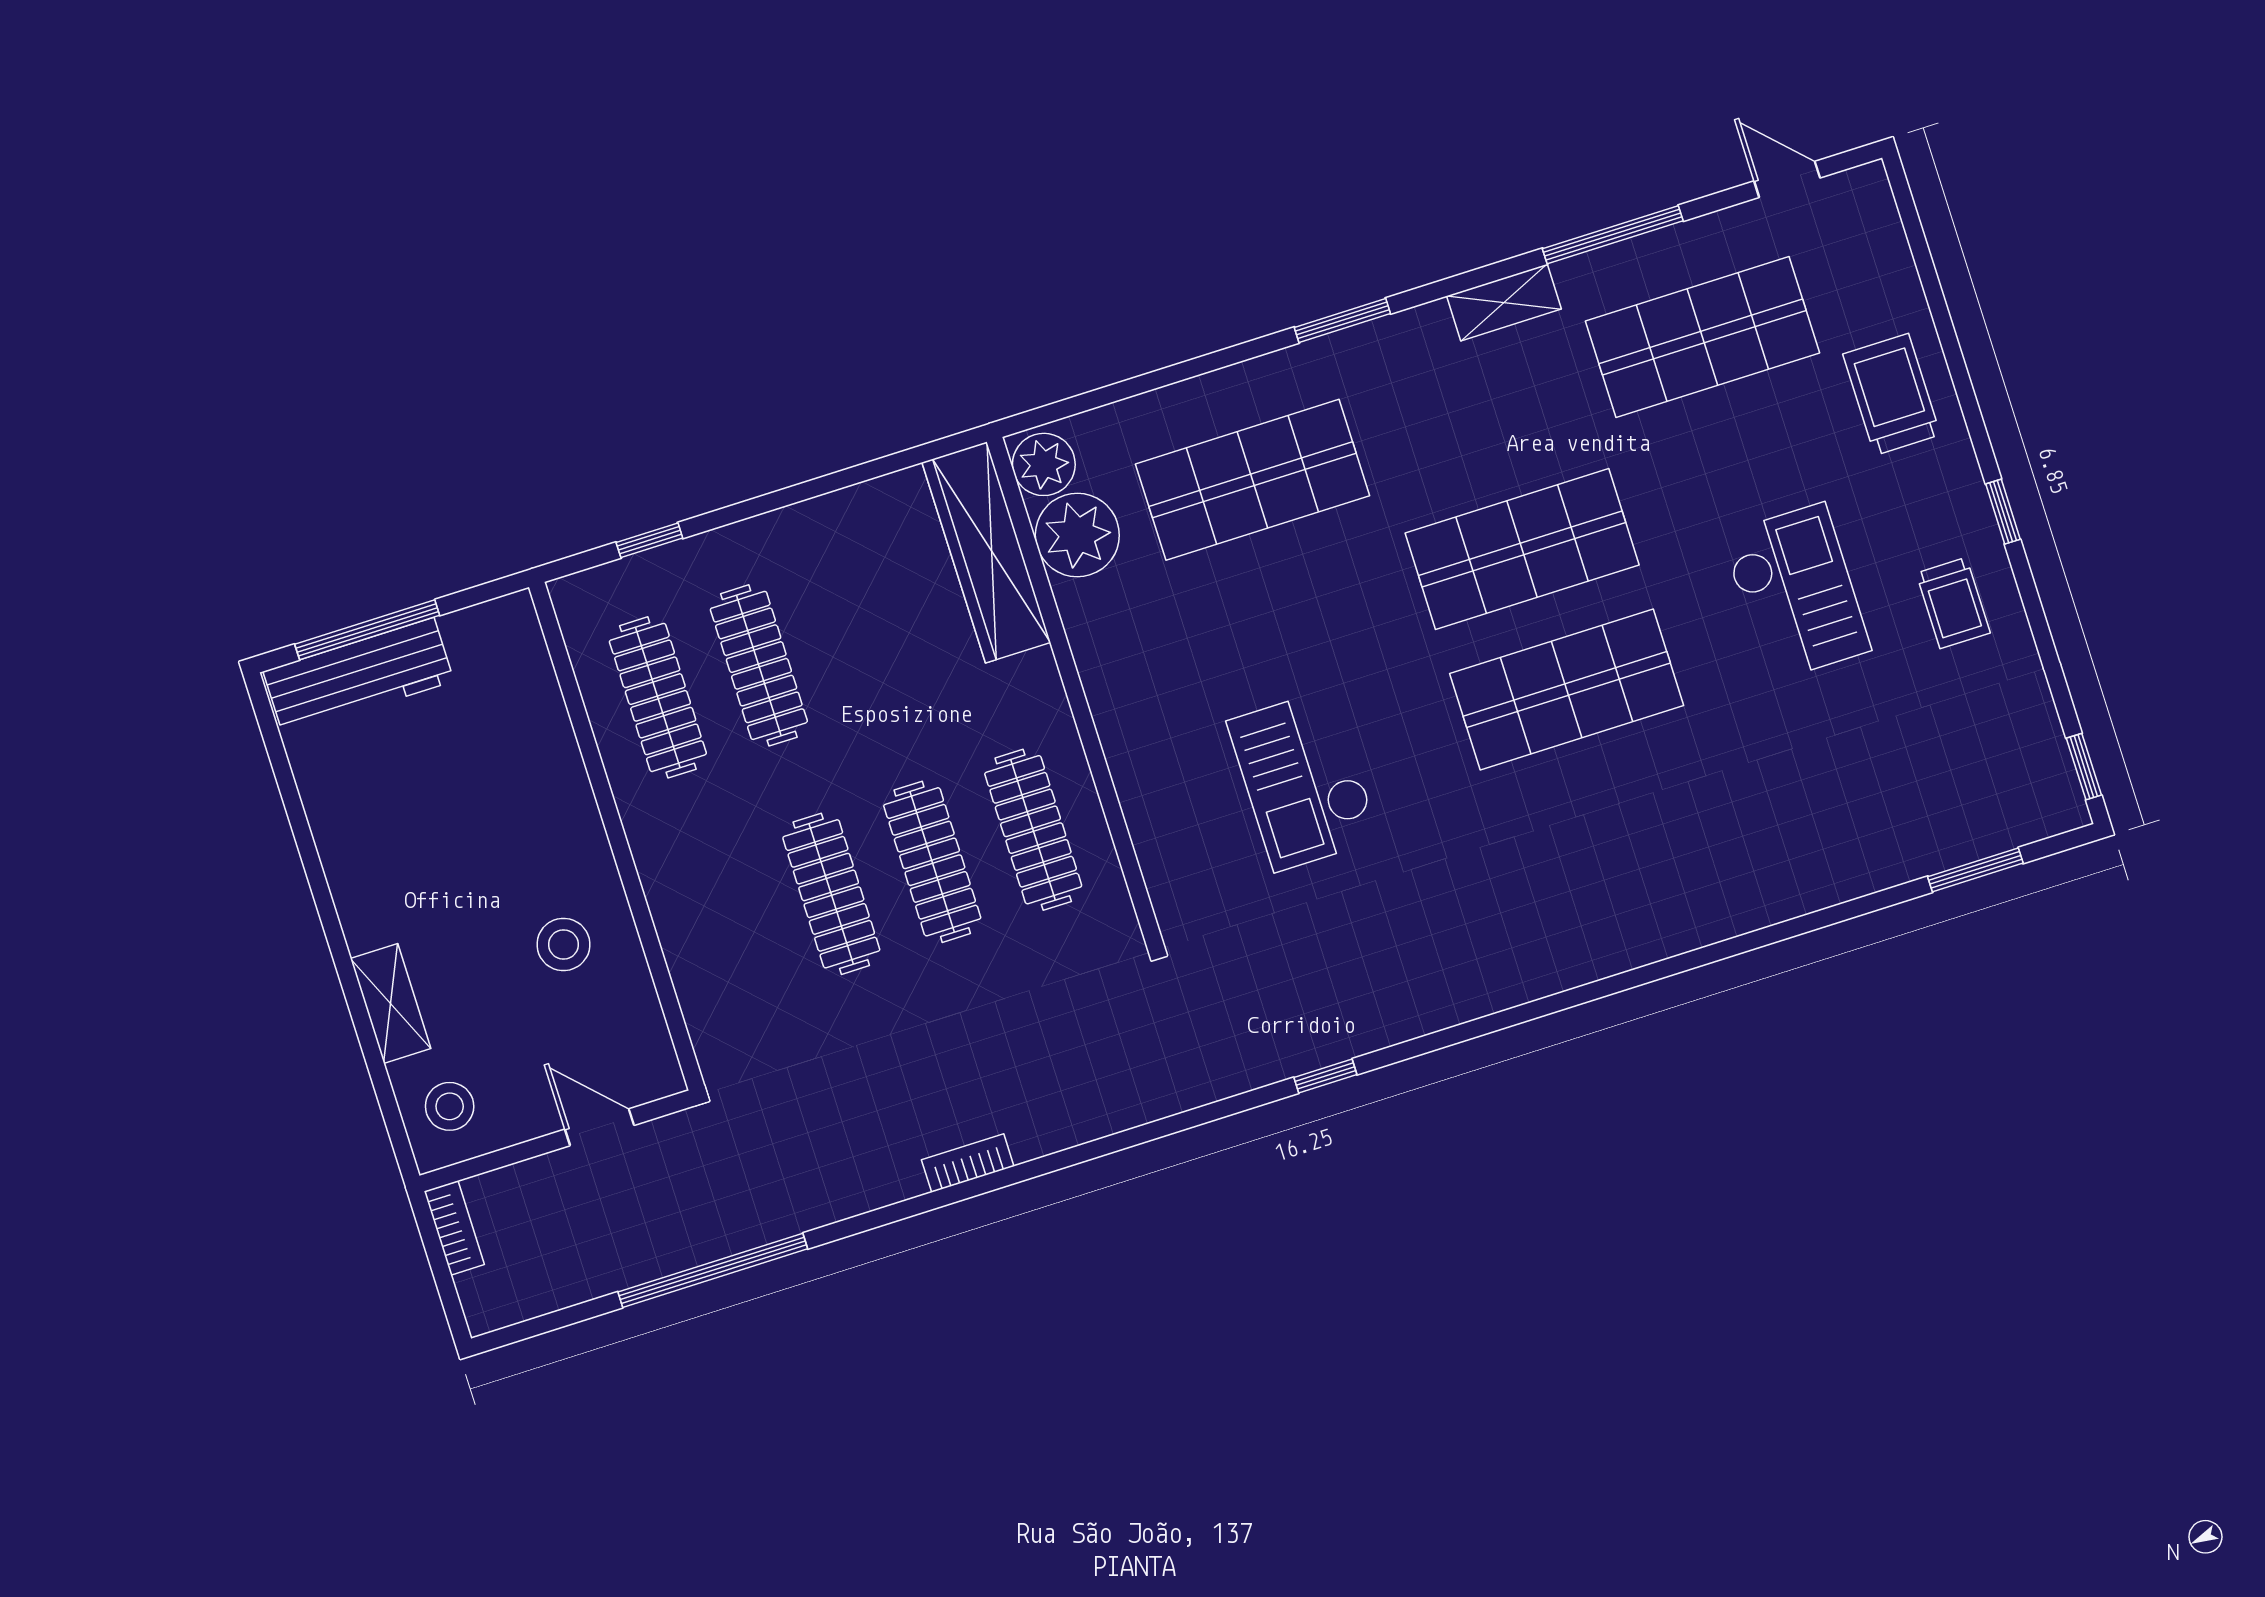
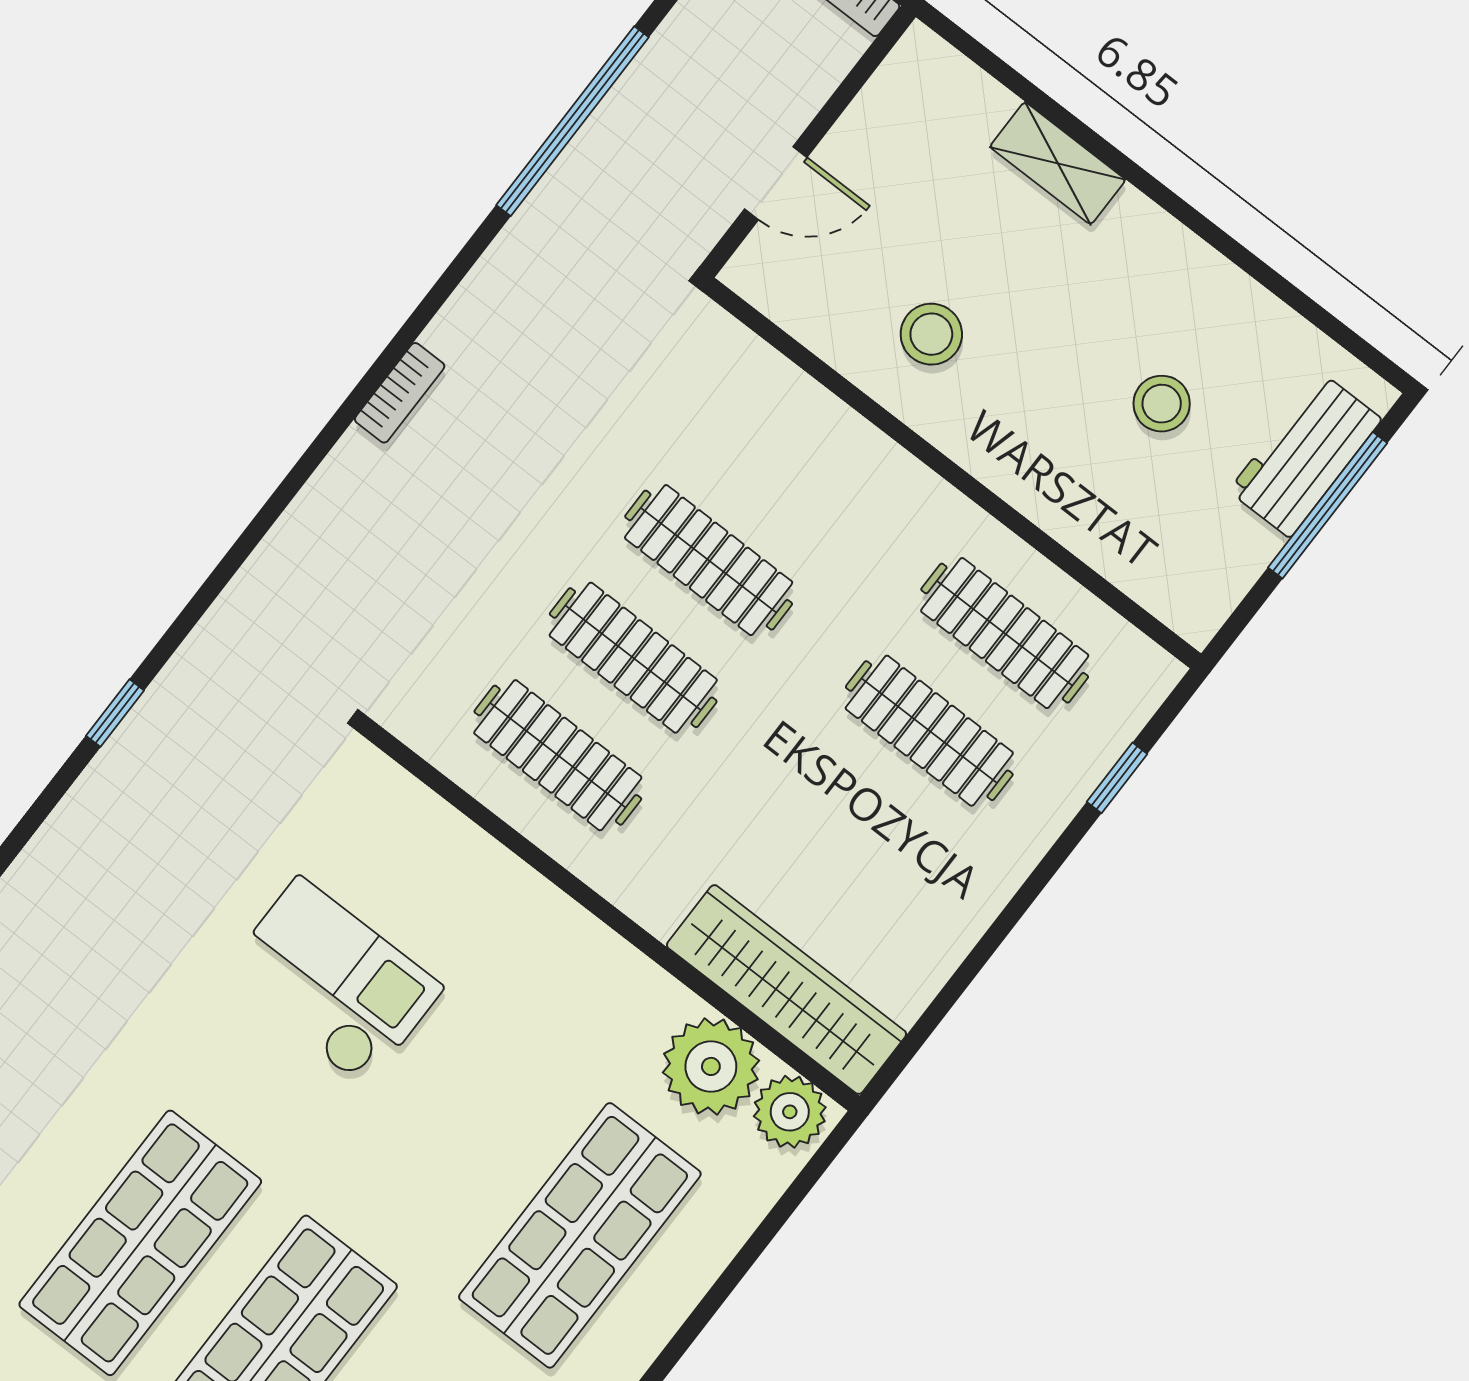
workbench: (359, 676) -> (1305, 455), width x0.73
stool: (450, 1106) -> (1162, 404), moved

